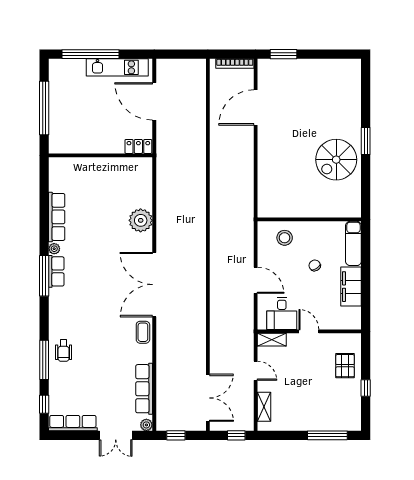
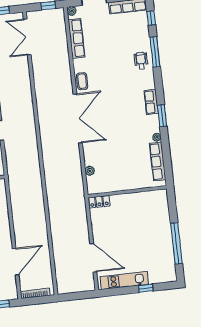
window: (90, 54) -> (146, 288), width x0.32
locker: (138, 146) -> (99, 202), moved
wall: (101, 155) -> (127, 192), moved
plant: (141, 220) -> (90, 171), width x0.53, depth x0.53
row of seats: (56, 271) -> (151, 102), moved
window: (44, 276) -> (162, 116), width x0.69

